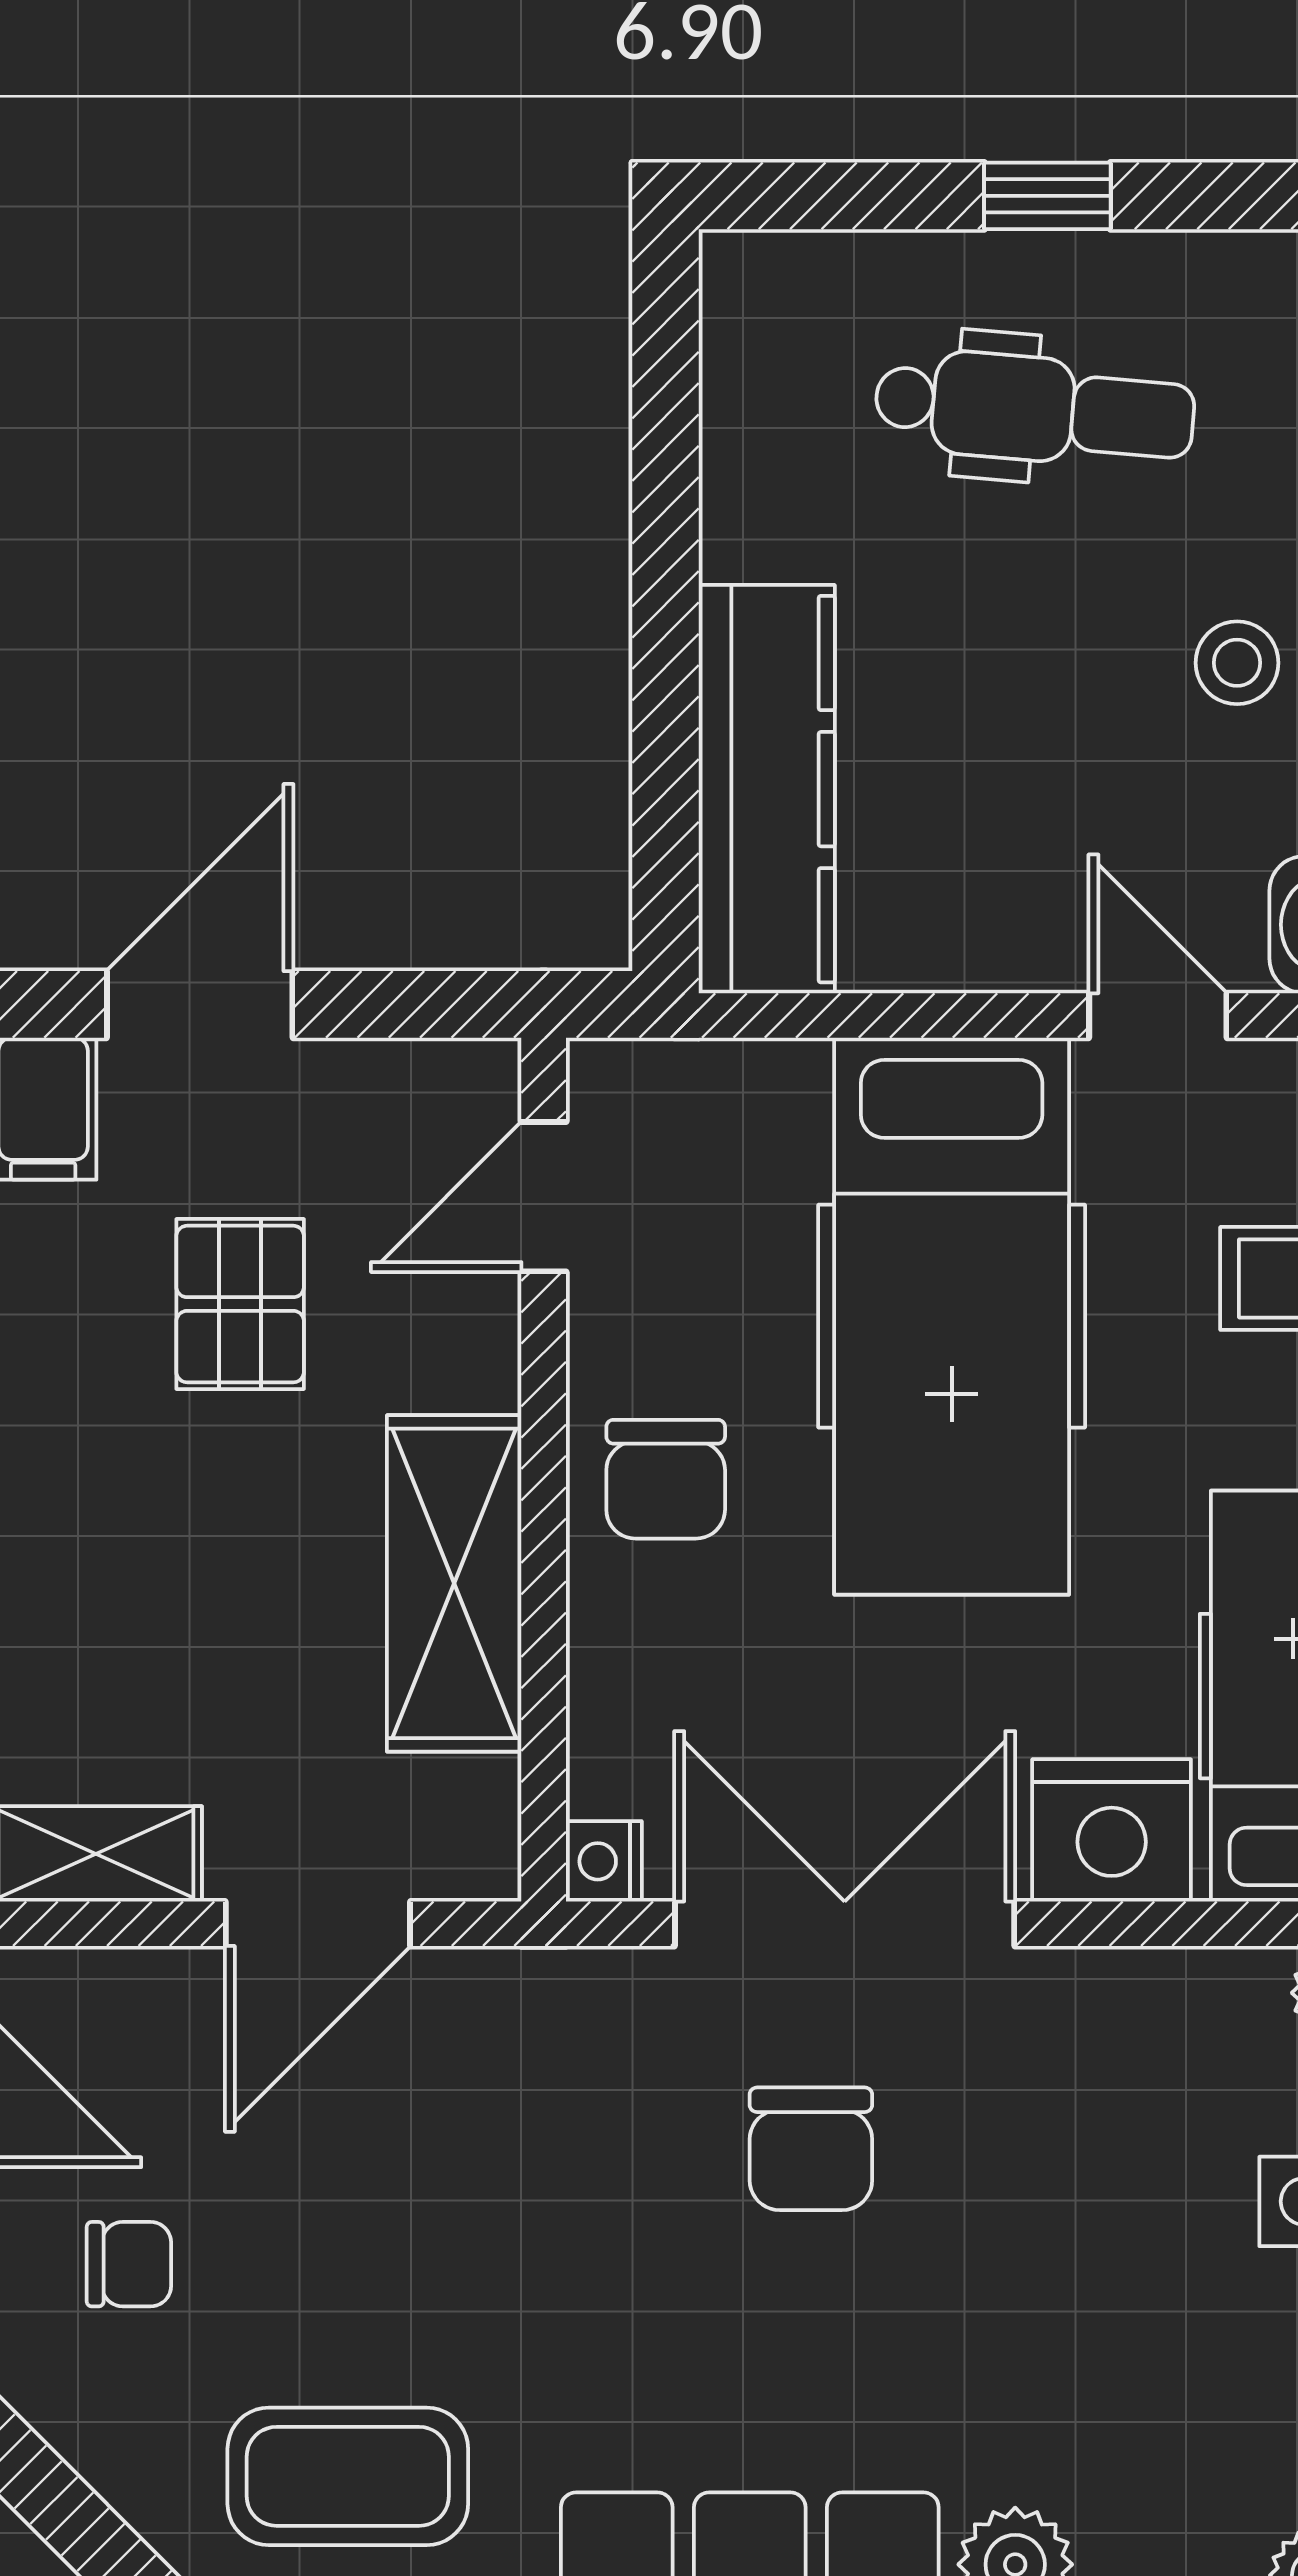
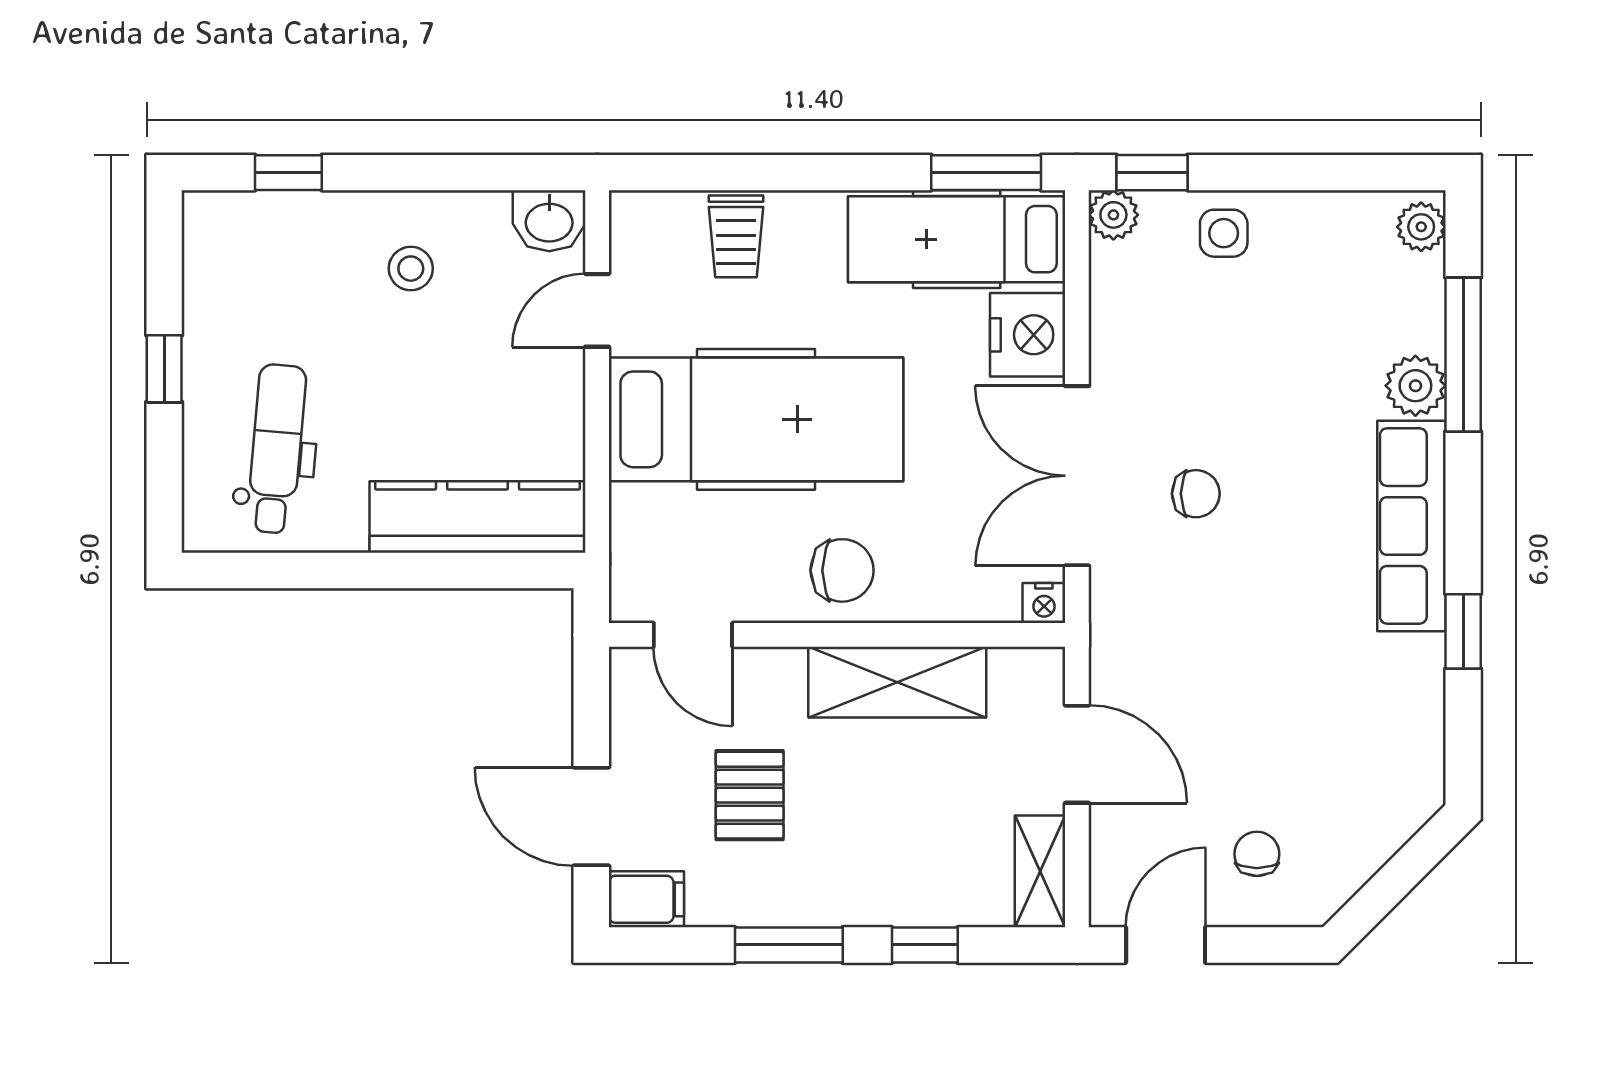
dental chair: (1035, 409) -> (277, 449), moved
pallet: (240, 1304) -> (750, 795), turned 90
chair: (811, 2149) -> (1196, 494), width x0.73, depth x0.73
coffee table: (348, 2476) -> (1369, 738), removed

